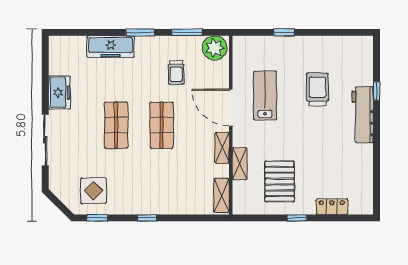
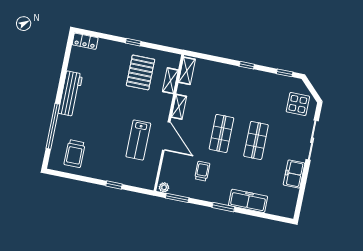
window: (187, 32) -> (177, 198), moved
plant: (215, 48) -> (164, 187), width x0.53, depth x0.53
trolley: (317, 89) -> (75, 154), moved
window: (377, 91) -> (53, 126), width x3.17
workbench: (363, 115) -> (70, 94), moved
shelving: (240, 164) -> (170, 81), moved
display table: (94, 191) -> (298, 104), moved
locker: (332, 207) -> (85, 41), moved

